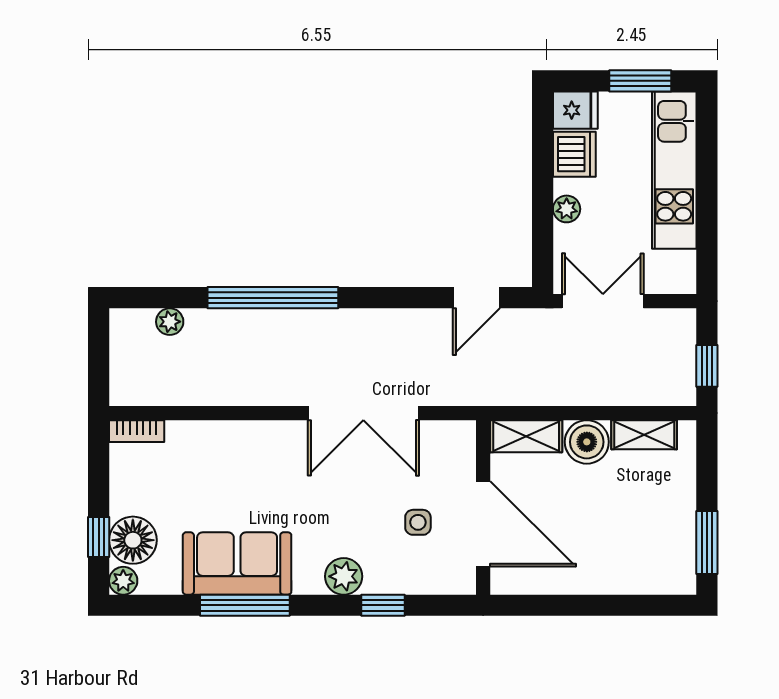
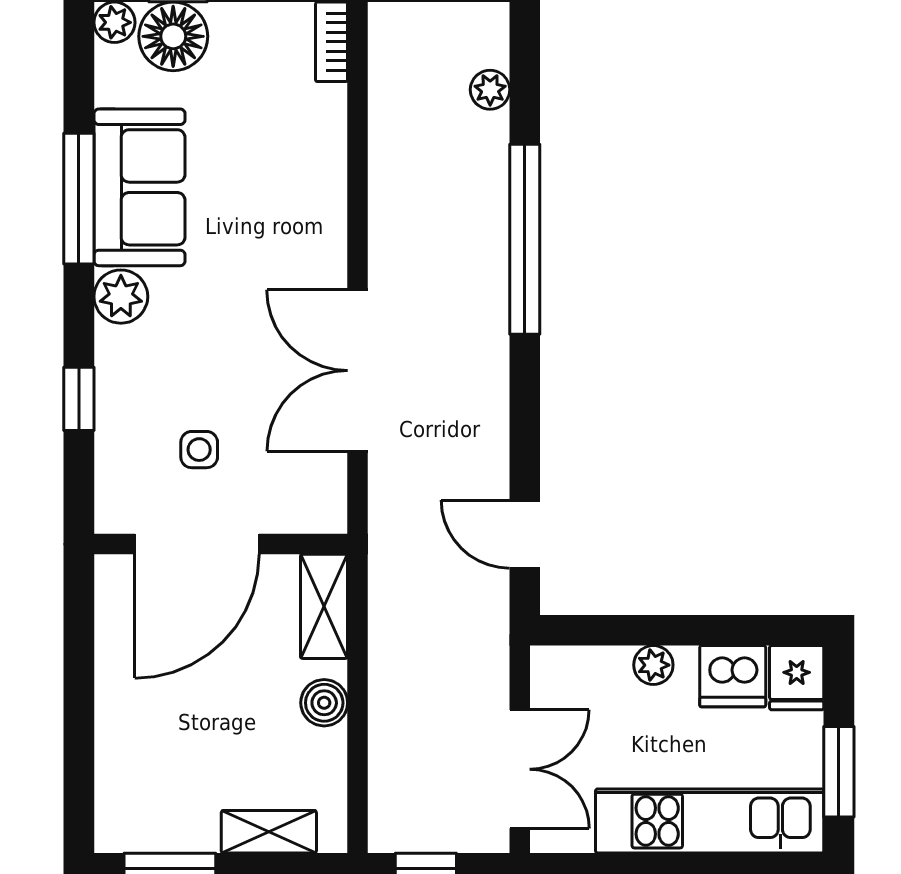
double door: (603, 301) -> (520, 769), moved
shelving: (644, 435) -> (269, 832), moved, turned 90
boiler: (587, 442) -> (324, 703), width x0.73, depth x0.73
plant: (344, 576) -> (121, 297), moved

